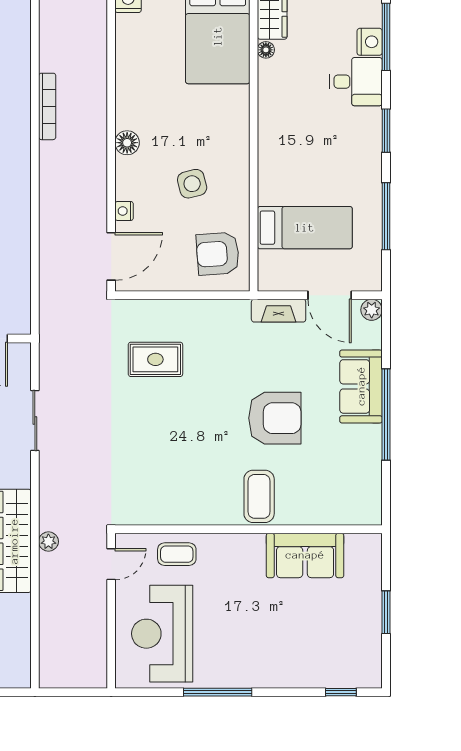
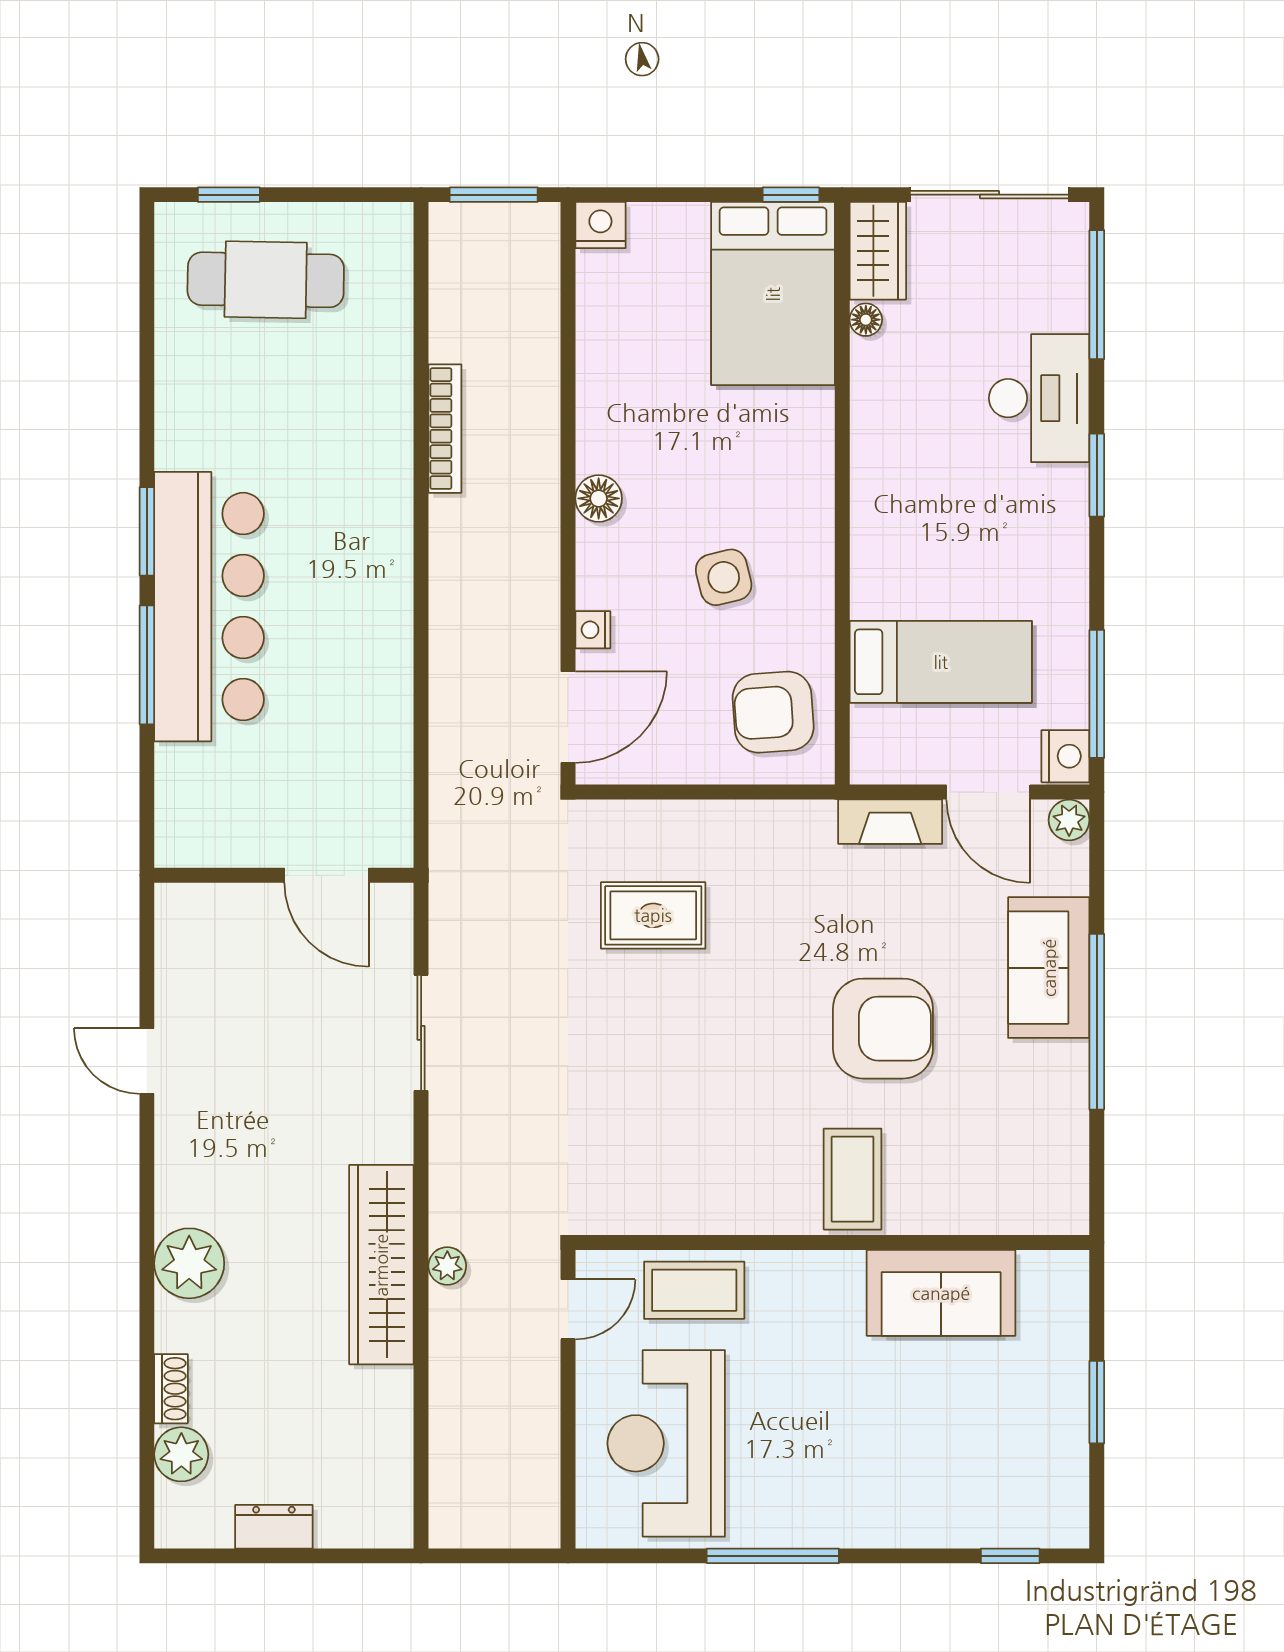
nightstand: (370, 42) -> (1065, 756), moved
desk: (356, 82) -> (1039, 398), width x1.37
window: (386, 216) -> (1097, 694), moved
coffee table: (177, 554) -> (694, 1290), width x1.36, depth x1.30

